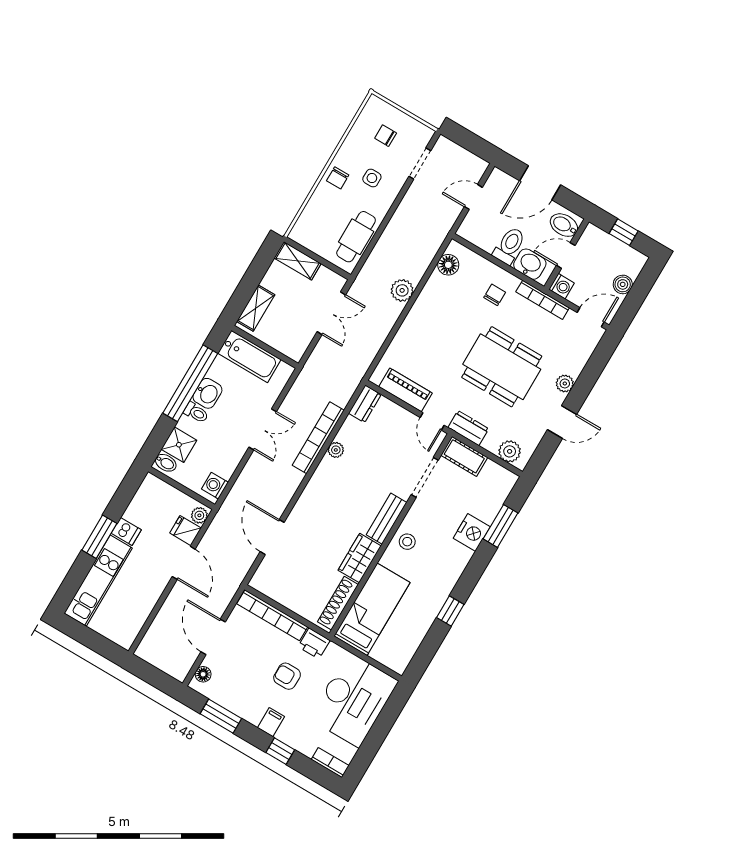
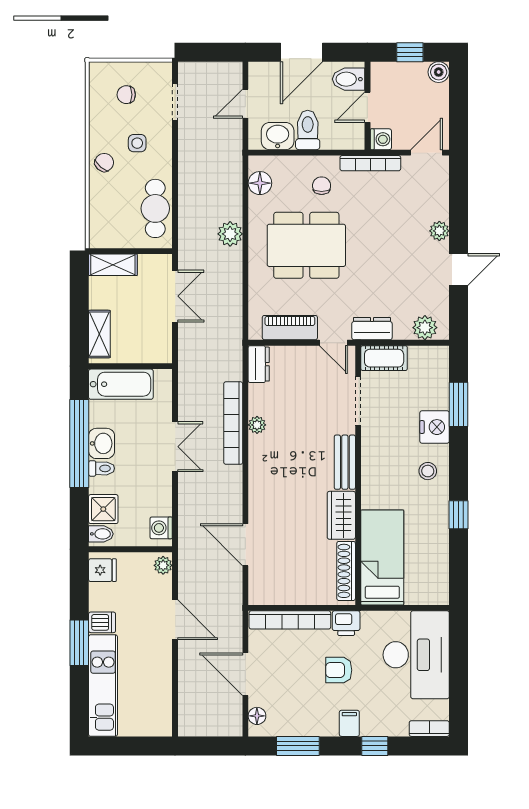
chair: (338, 178) -> (104, 162), turned -139
washbasin: (530, 264) -> (278, 136), moved
boiler: (623, 284) -> (439, 72), moved
dining table: (502, 367) -> (306, 245), moved
fridge: (185, 531) -> (102, 570), moved, turned 180
stool: (407, 542) -> (428, 471), moved

